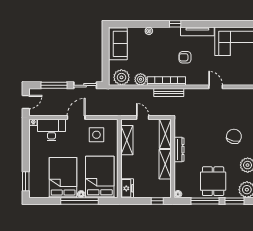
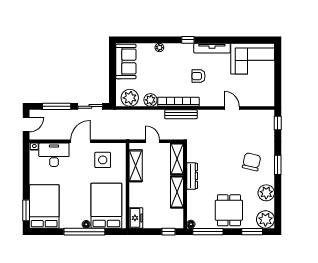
bed: (63, 178) -> (44, 206), moved
window: (205, 201) -> (208, 232), moved

